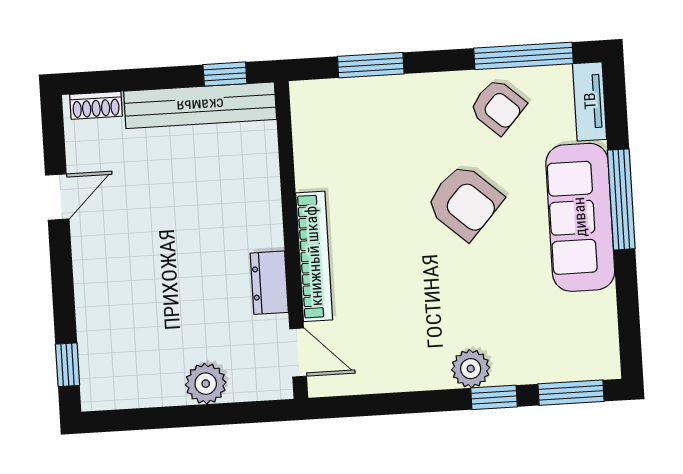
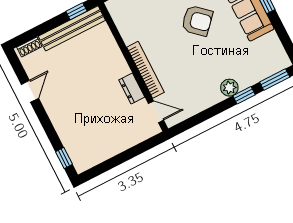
plant: (206, 384) -> (124, 141), removed

